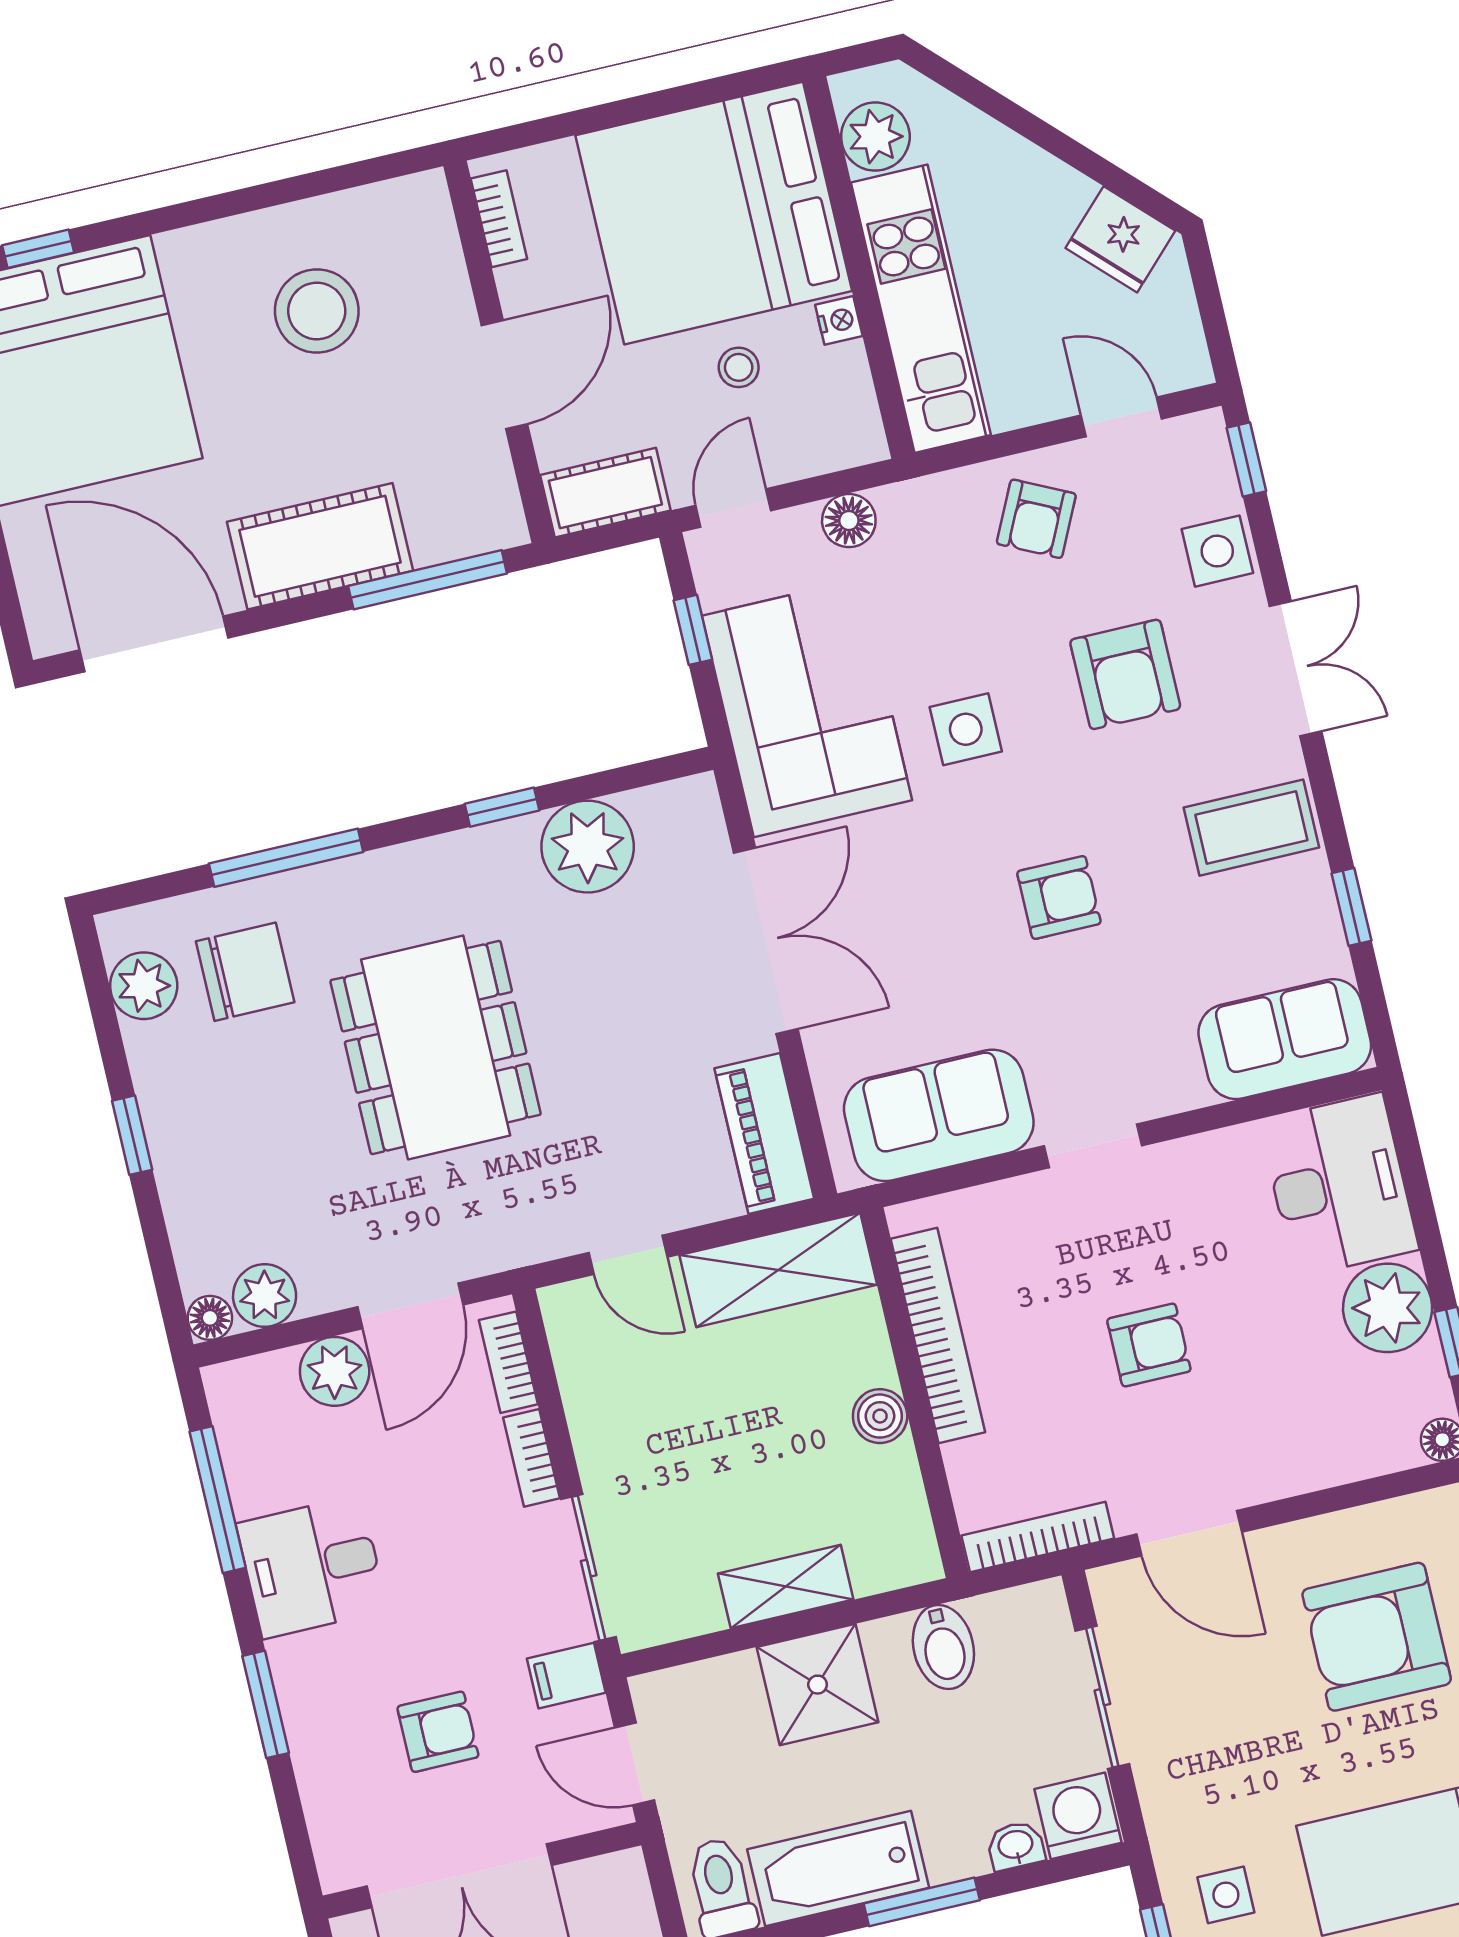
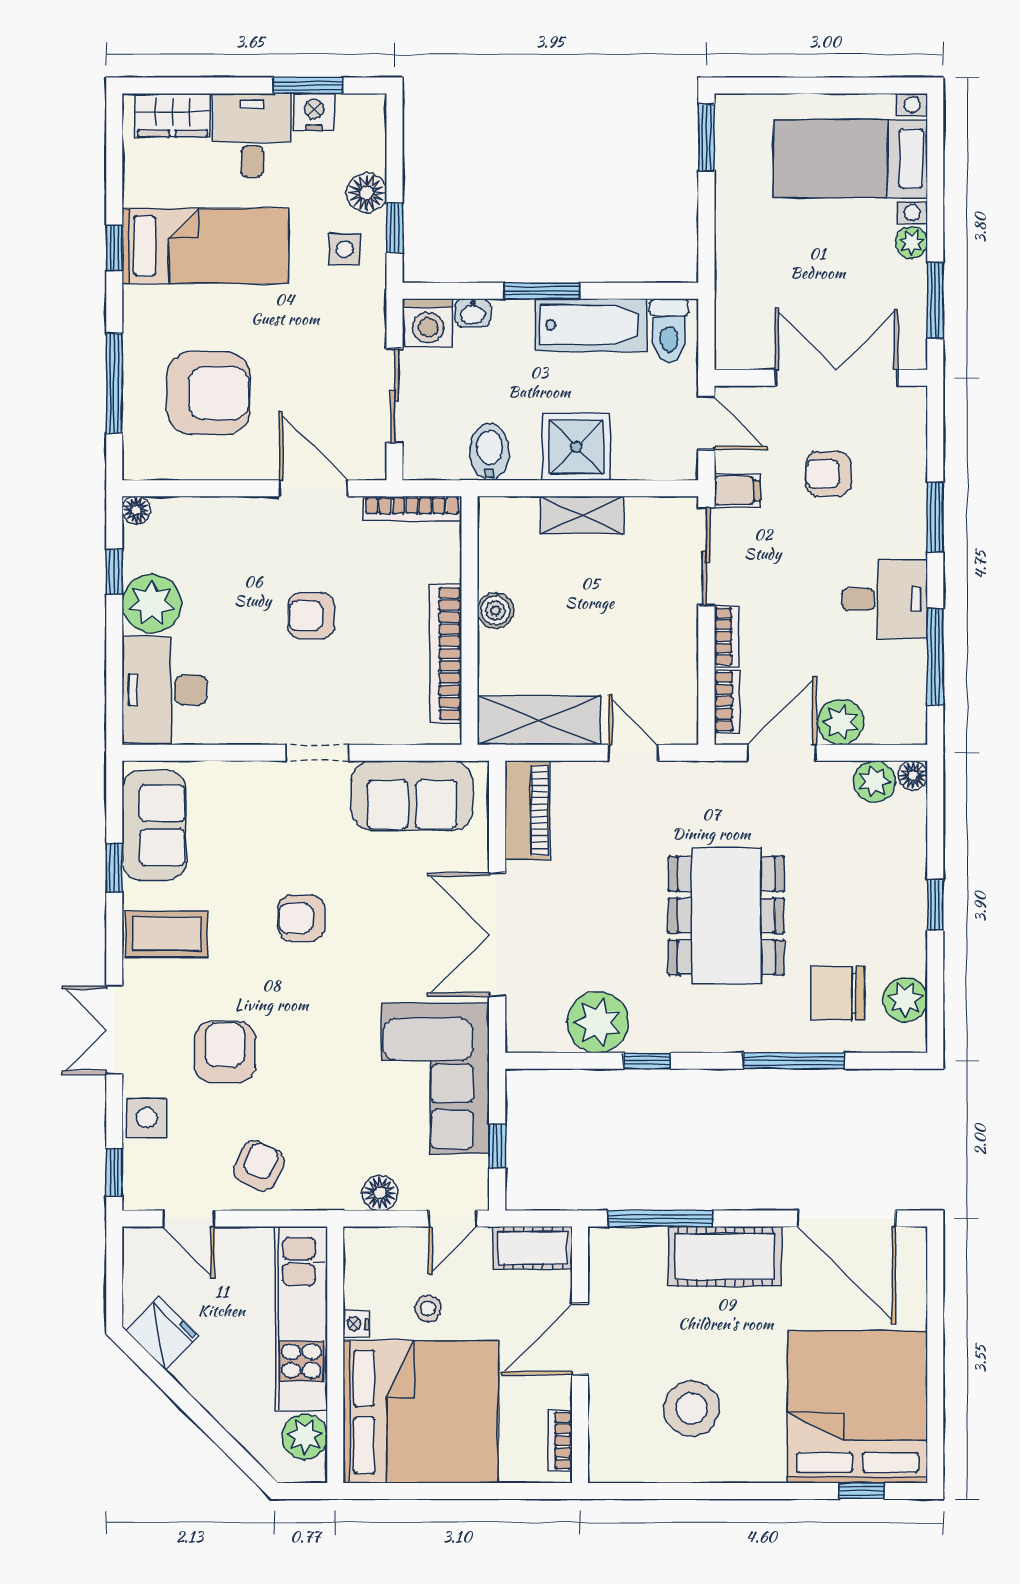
side table: (966, 729) -> (336, 1041), removed
sofa: (1285, 1039) -> (154, 825), moved, turned -90

